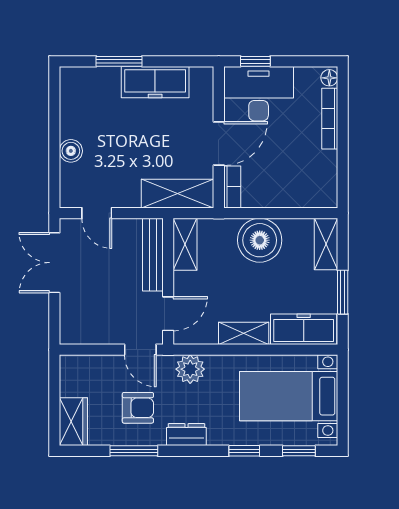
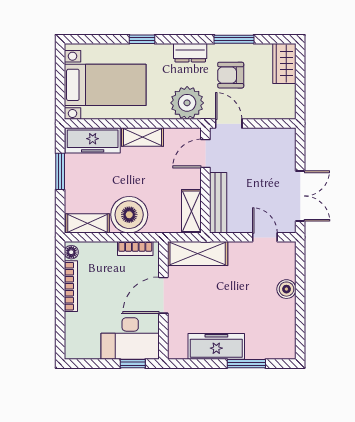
floor lamp: (329, 78) -> (71, 252), moved
bookcase: (330, 119) -> (71, 286), moved
bookcase: (232, 187) -> (135, 249), moved, turned -90
shelving: (326, 244) -> (88, 223), moved, turned 90
plant: (190, 369) -> (187, 103), width x1.36, depth x1.36
window: (299, 451) -> (97, 39), removed

